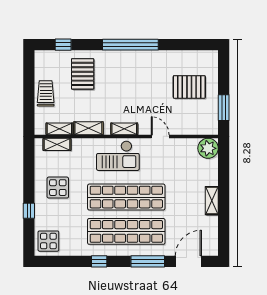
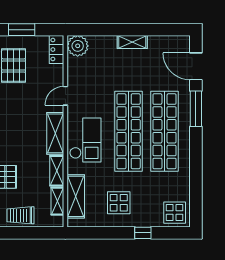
window: (224, 108) -> (22, 30), moved
locker: (205, 128) -> (56, 49), added
shelving: (124, 129) -> (55, 133), width x1.50, depth x1.33
shelving: (57, 144) -> (76, 196), width x1.50, depth x1.33
window: (99, 261) -> (196, 160), removed

